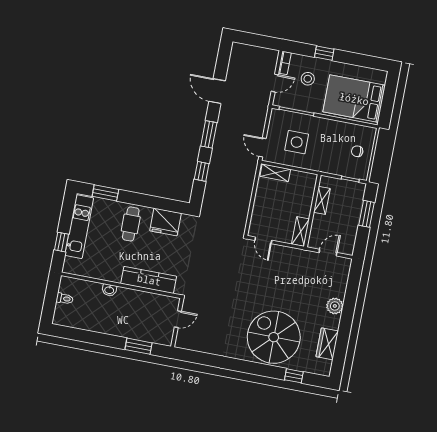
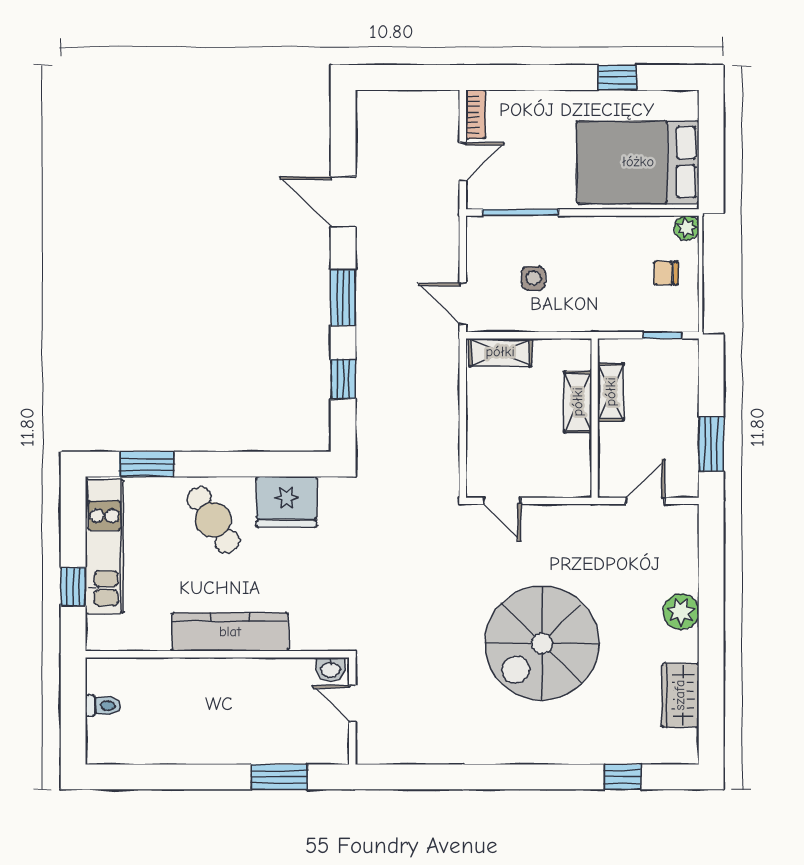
window: (324, 53) -> (617, 77), moved
stool: (308, 79) -> (531, 139), removed
plant: (370, 133) -> (687, 228), added
side table: (297, 142) -> (533, 278), width x0.54, depth x0.54
window: (367, 214) -> (711, 444), moved
cafe table: (131, 224) -> (213, 520), turned -33
shelving: (300, 232) -> (578, 402), moved
kitchen counter: (149, 280) -> (230, 632), moved
washbasin: (109, 290) -> (331, 669), moved
door: (178, 319) -> (352, 703), swing flipped
spiral stairs: (274, 337) -> (542, 643), moved, turned -90

